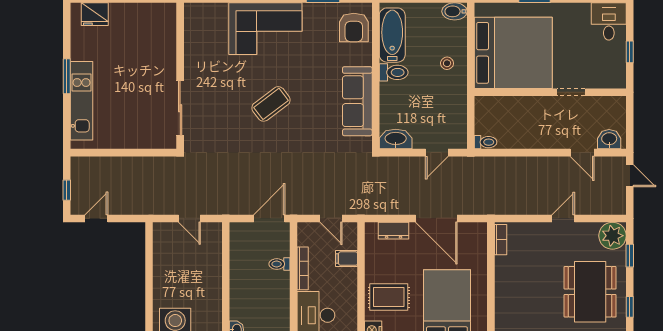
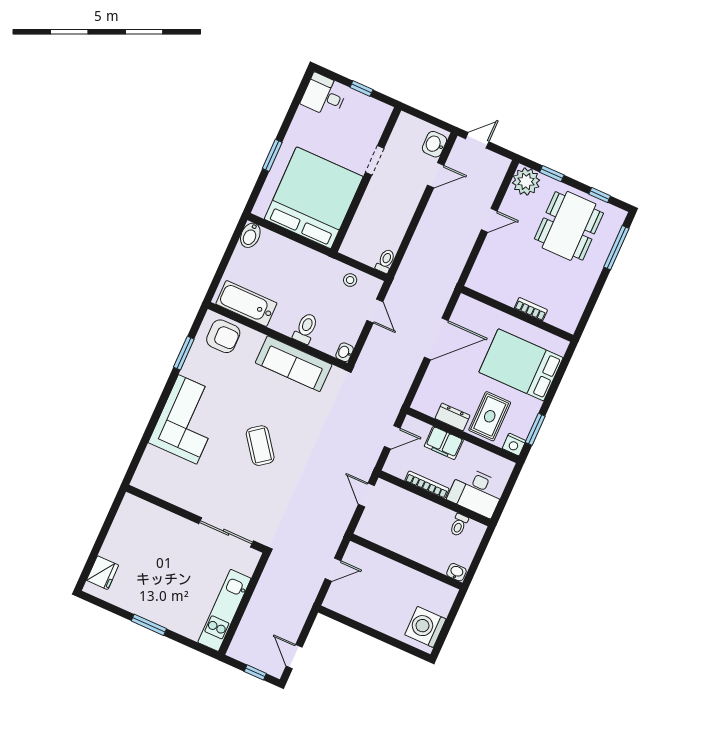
stool: (447, 63) -> (350, 280), moved
toilet: (394, 72) -> (306, 328), moved
kitchen unit: (81, 101) -> (224, 610), moved, turned -90
washbasin: (396, 139) -> (345, 352), width x0.52, depth x0.69
door: (269, 218) -> (366, 495), width x0.73
door: (563, 218) -> (489, 220), swing flipped
dresser: (394, 231) -> (453, 417), moved, turned -90
bookcase: (501, 240) -> (531, 309), moved
filing cabinet: (347, 259) -> (444, 443), width x2.00
toilet: (279, 264) -> (459, 525), moved
dining table: (590, 292) -> (569, 226), turned 90

